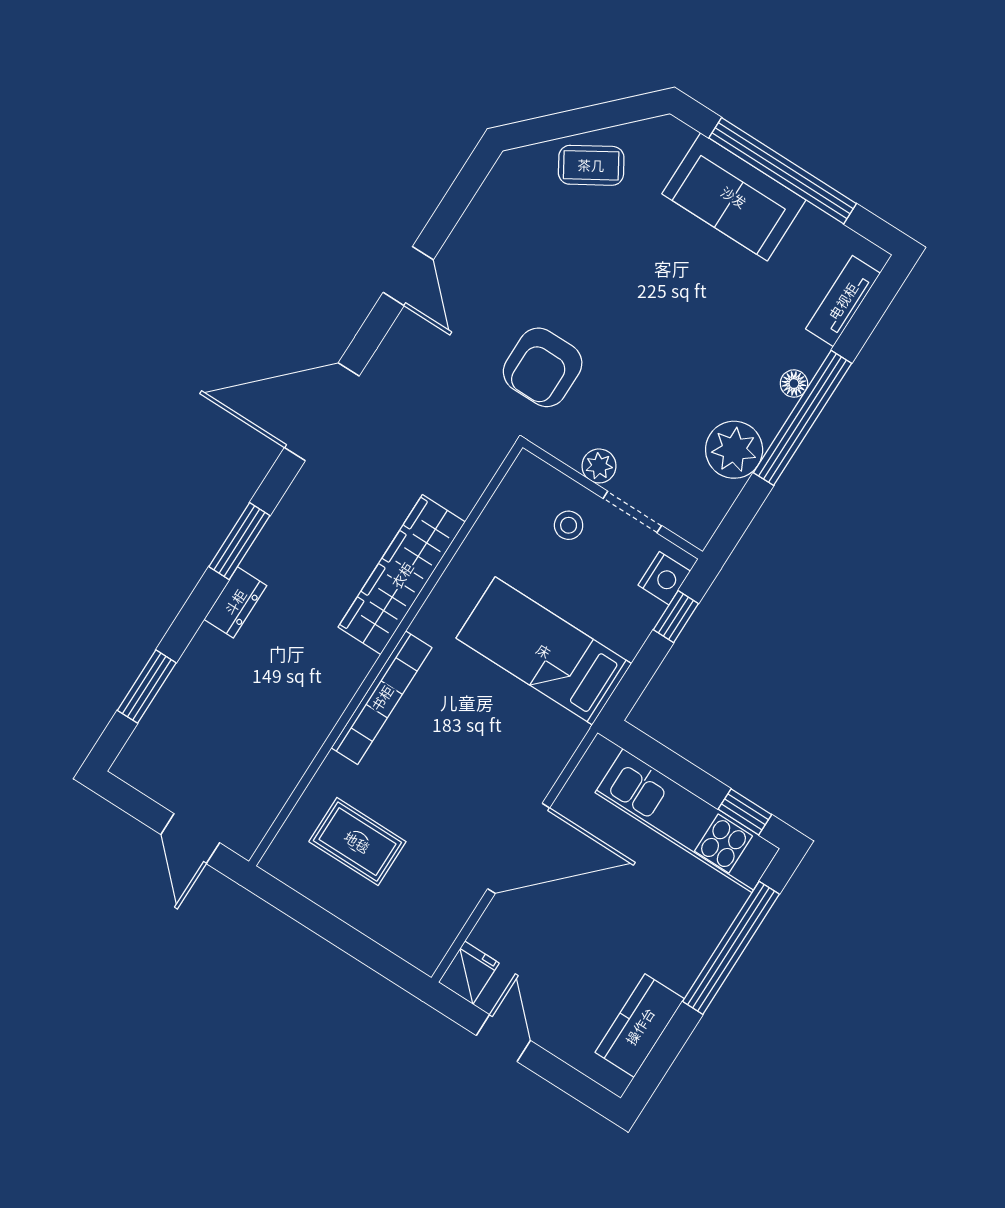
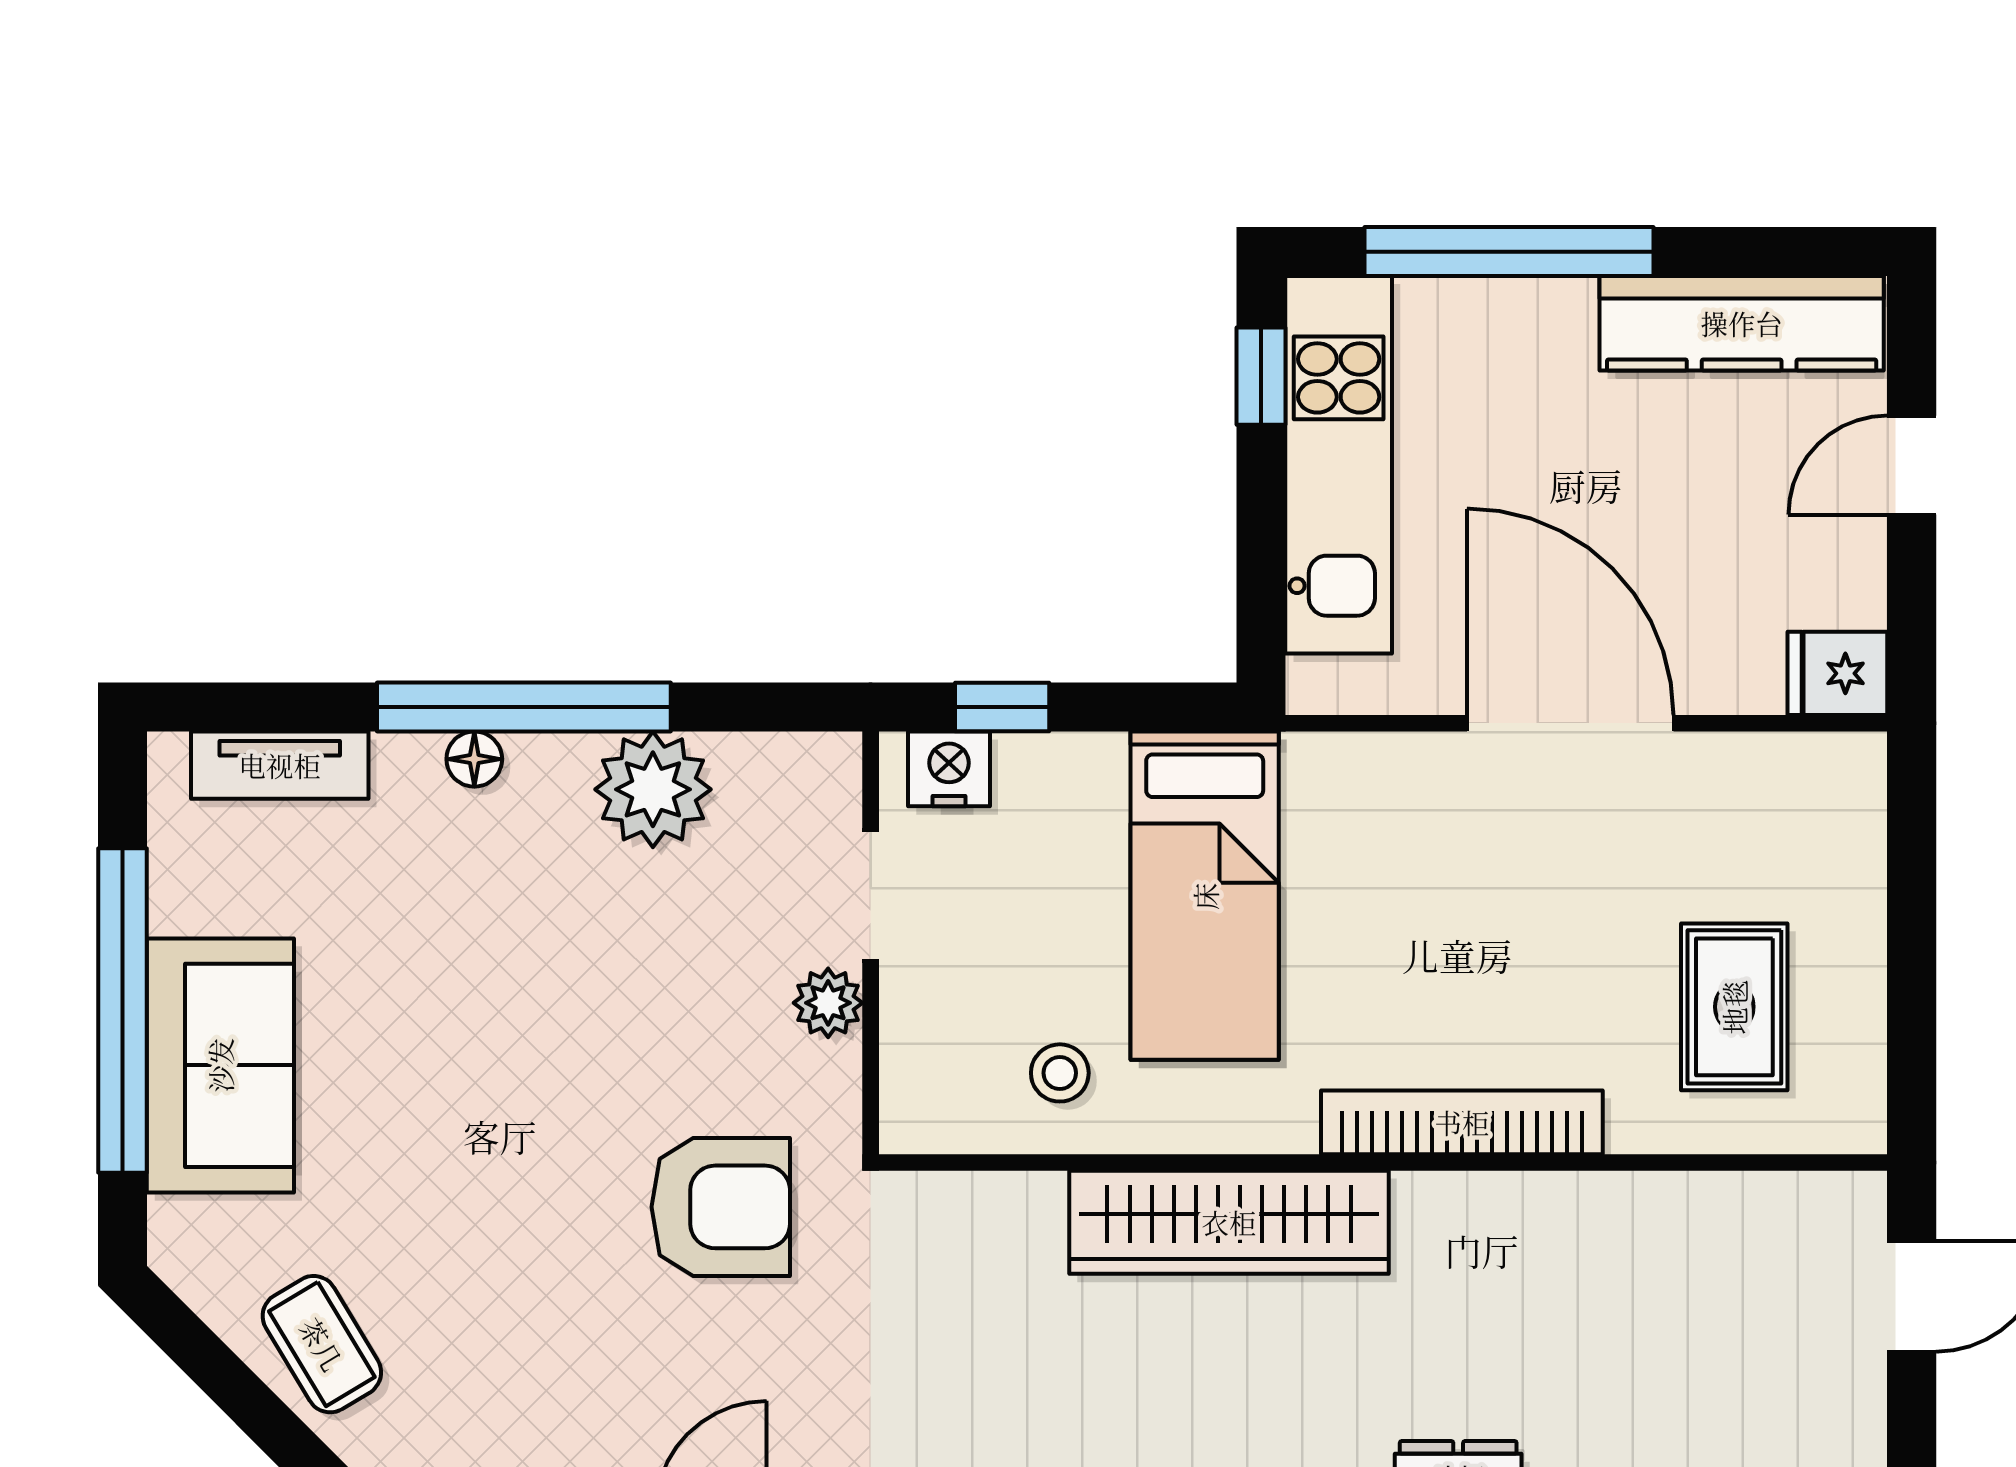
stool: (569, 525) -> (1060, 1073), moved
kitchen counter: (640, 1026) -> (1742, 323), width x1.50
door: (503, 1038) -> (1912, 465), moved

